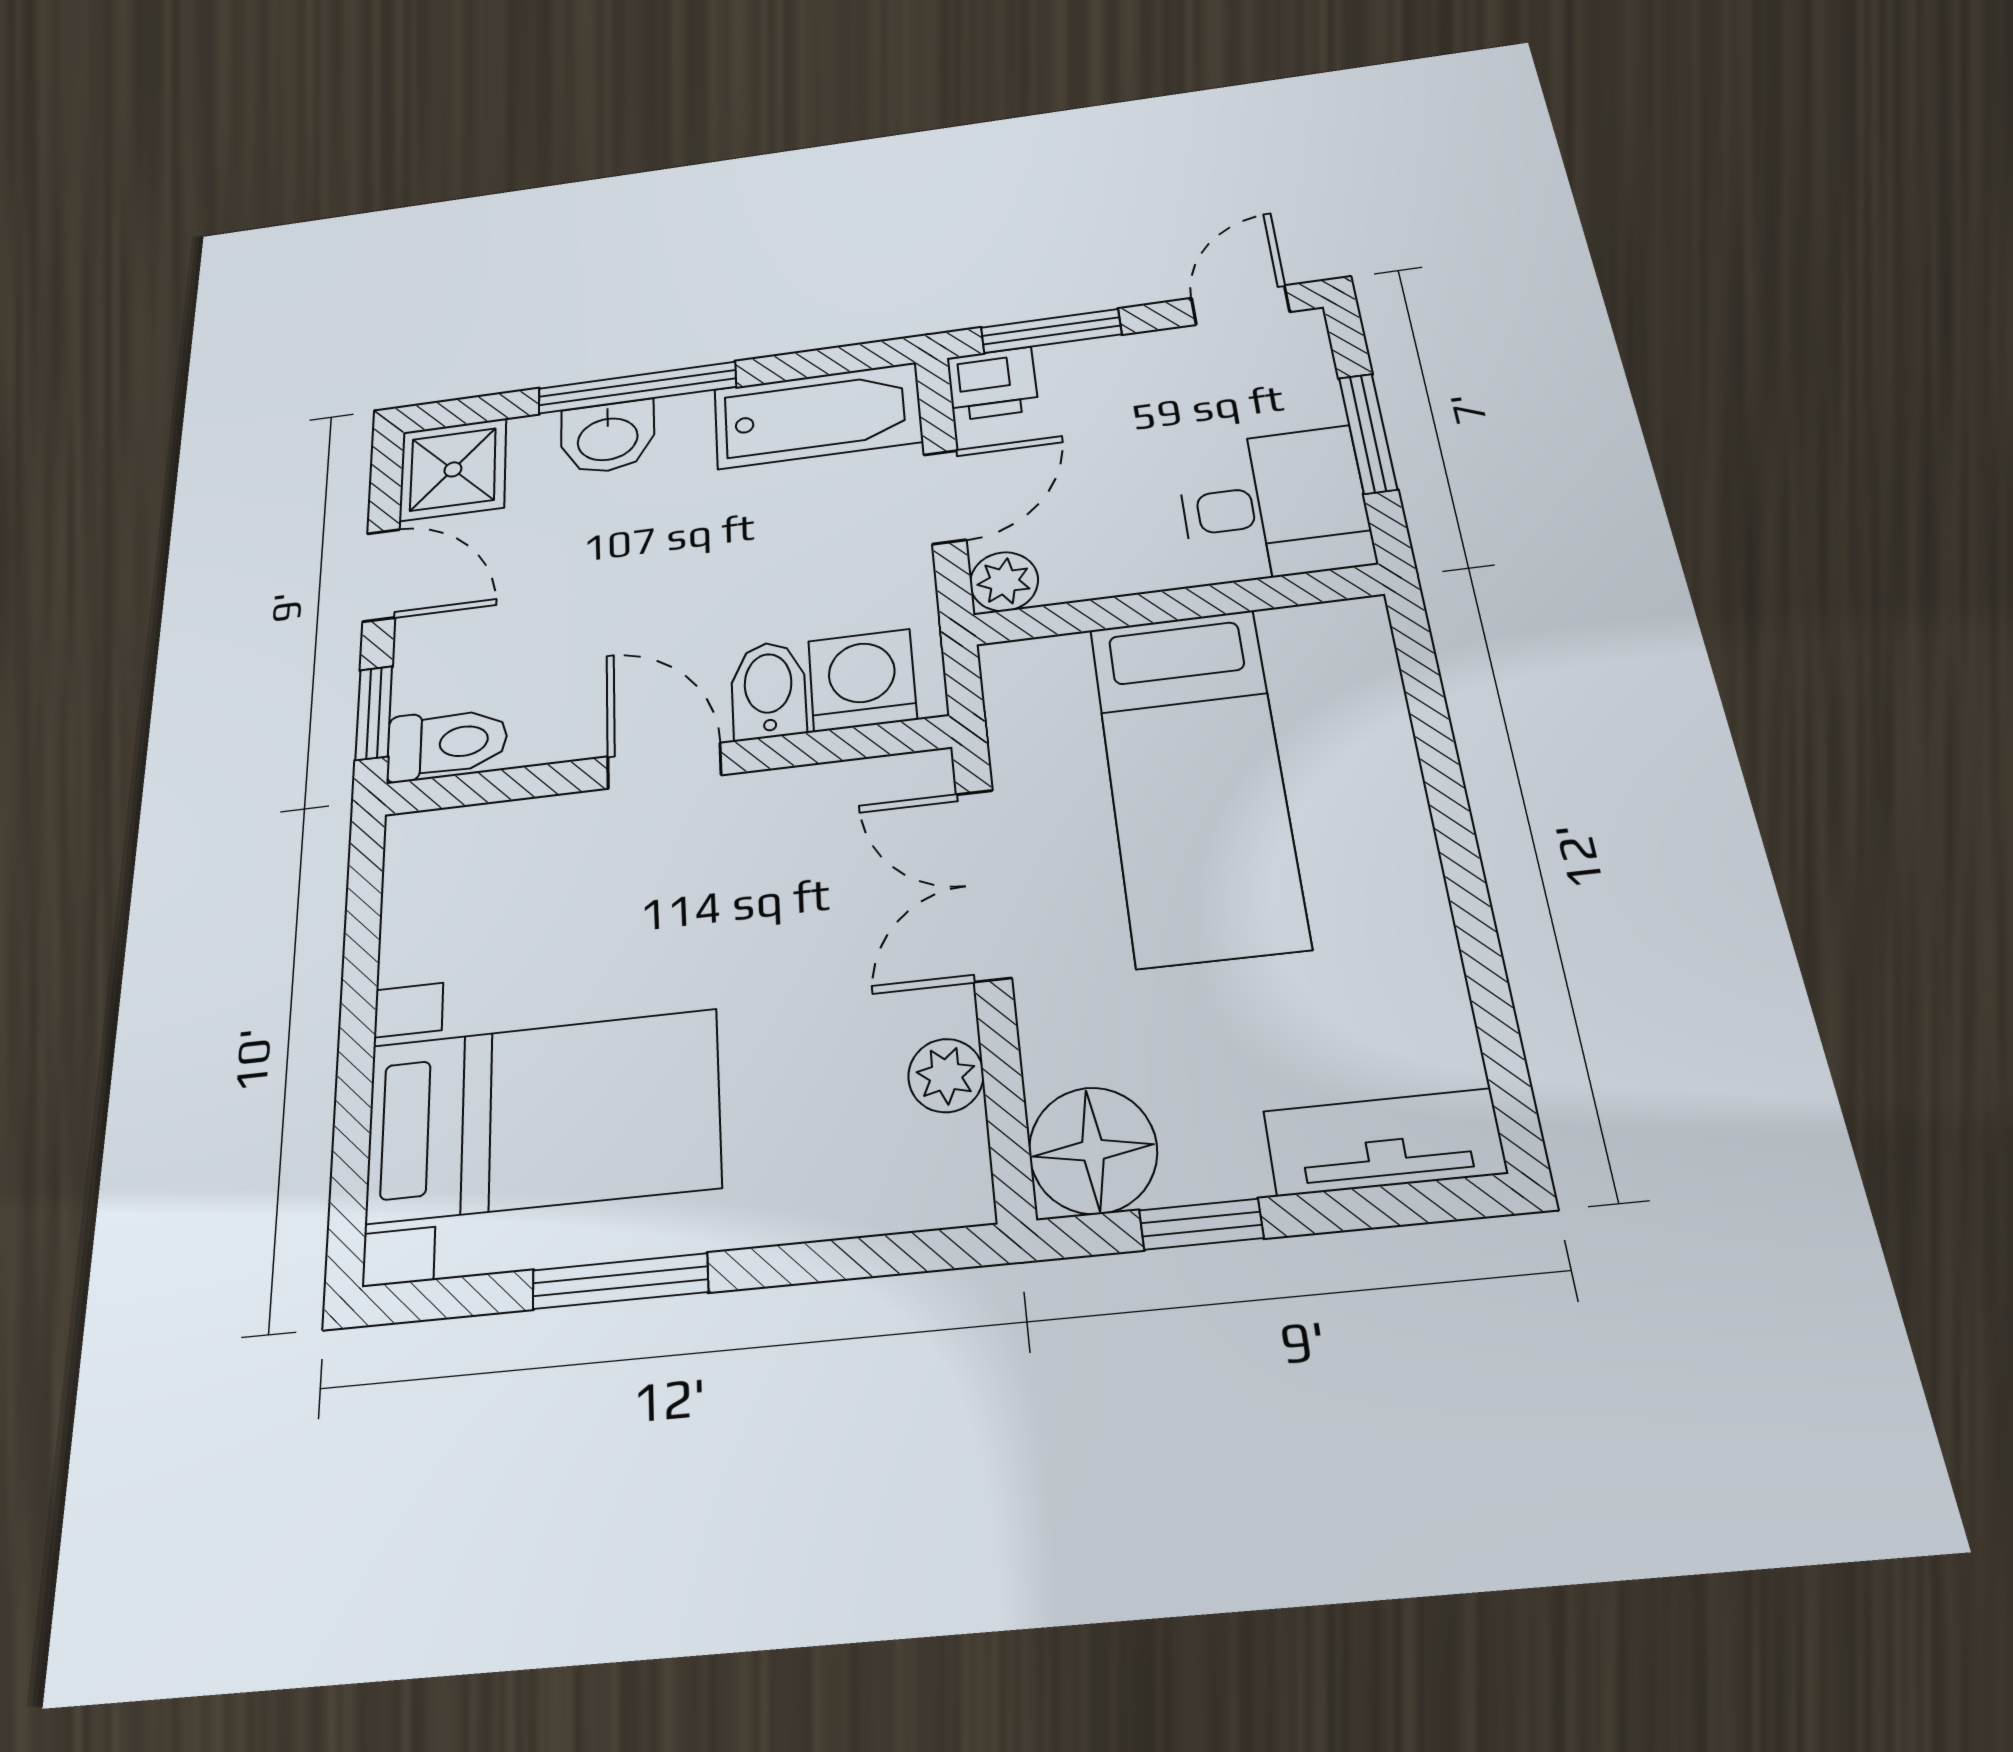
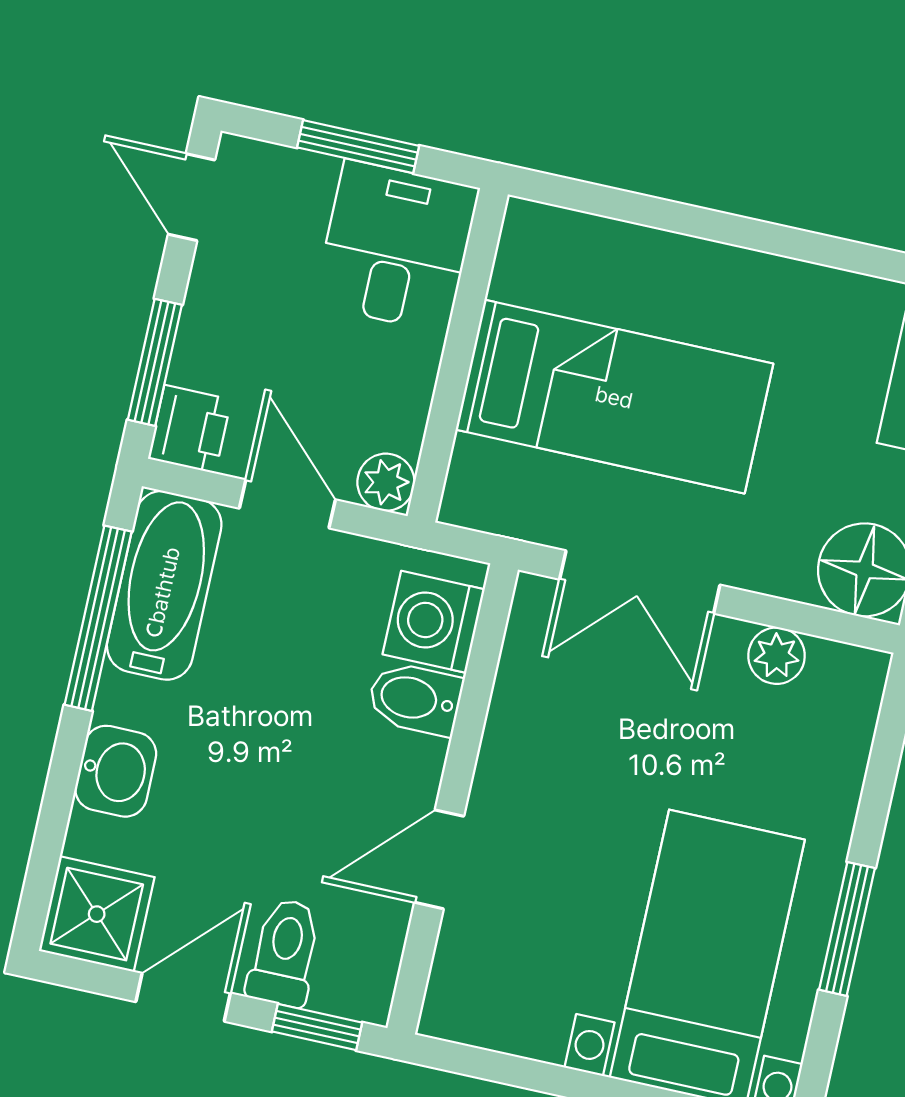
window: (637, 388) -> (98, 618), moved
toilet: (447, 743) -> (284, 953), moved
door: (664, 766) -> (439, 859), moved

